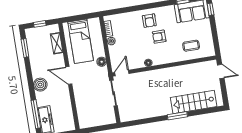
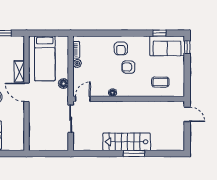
shelving: (57, 43) -> (19, 72), moved
stairs: (194, 102) -> (127, 142), moved

